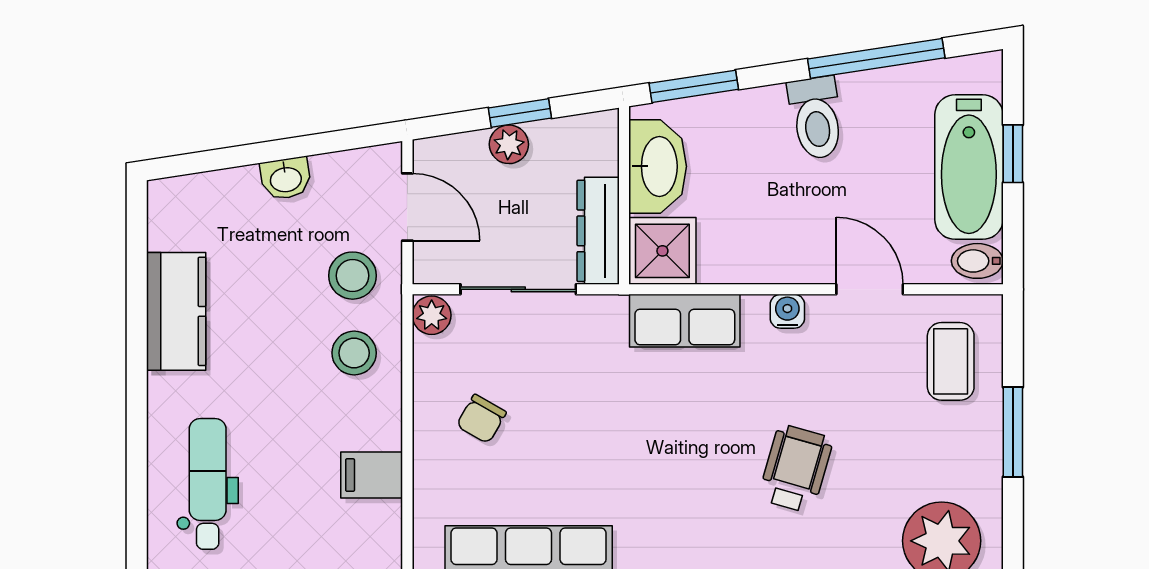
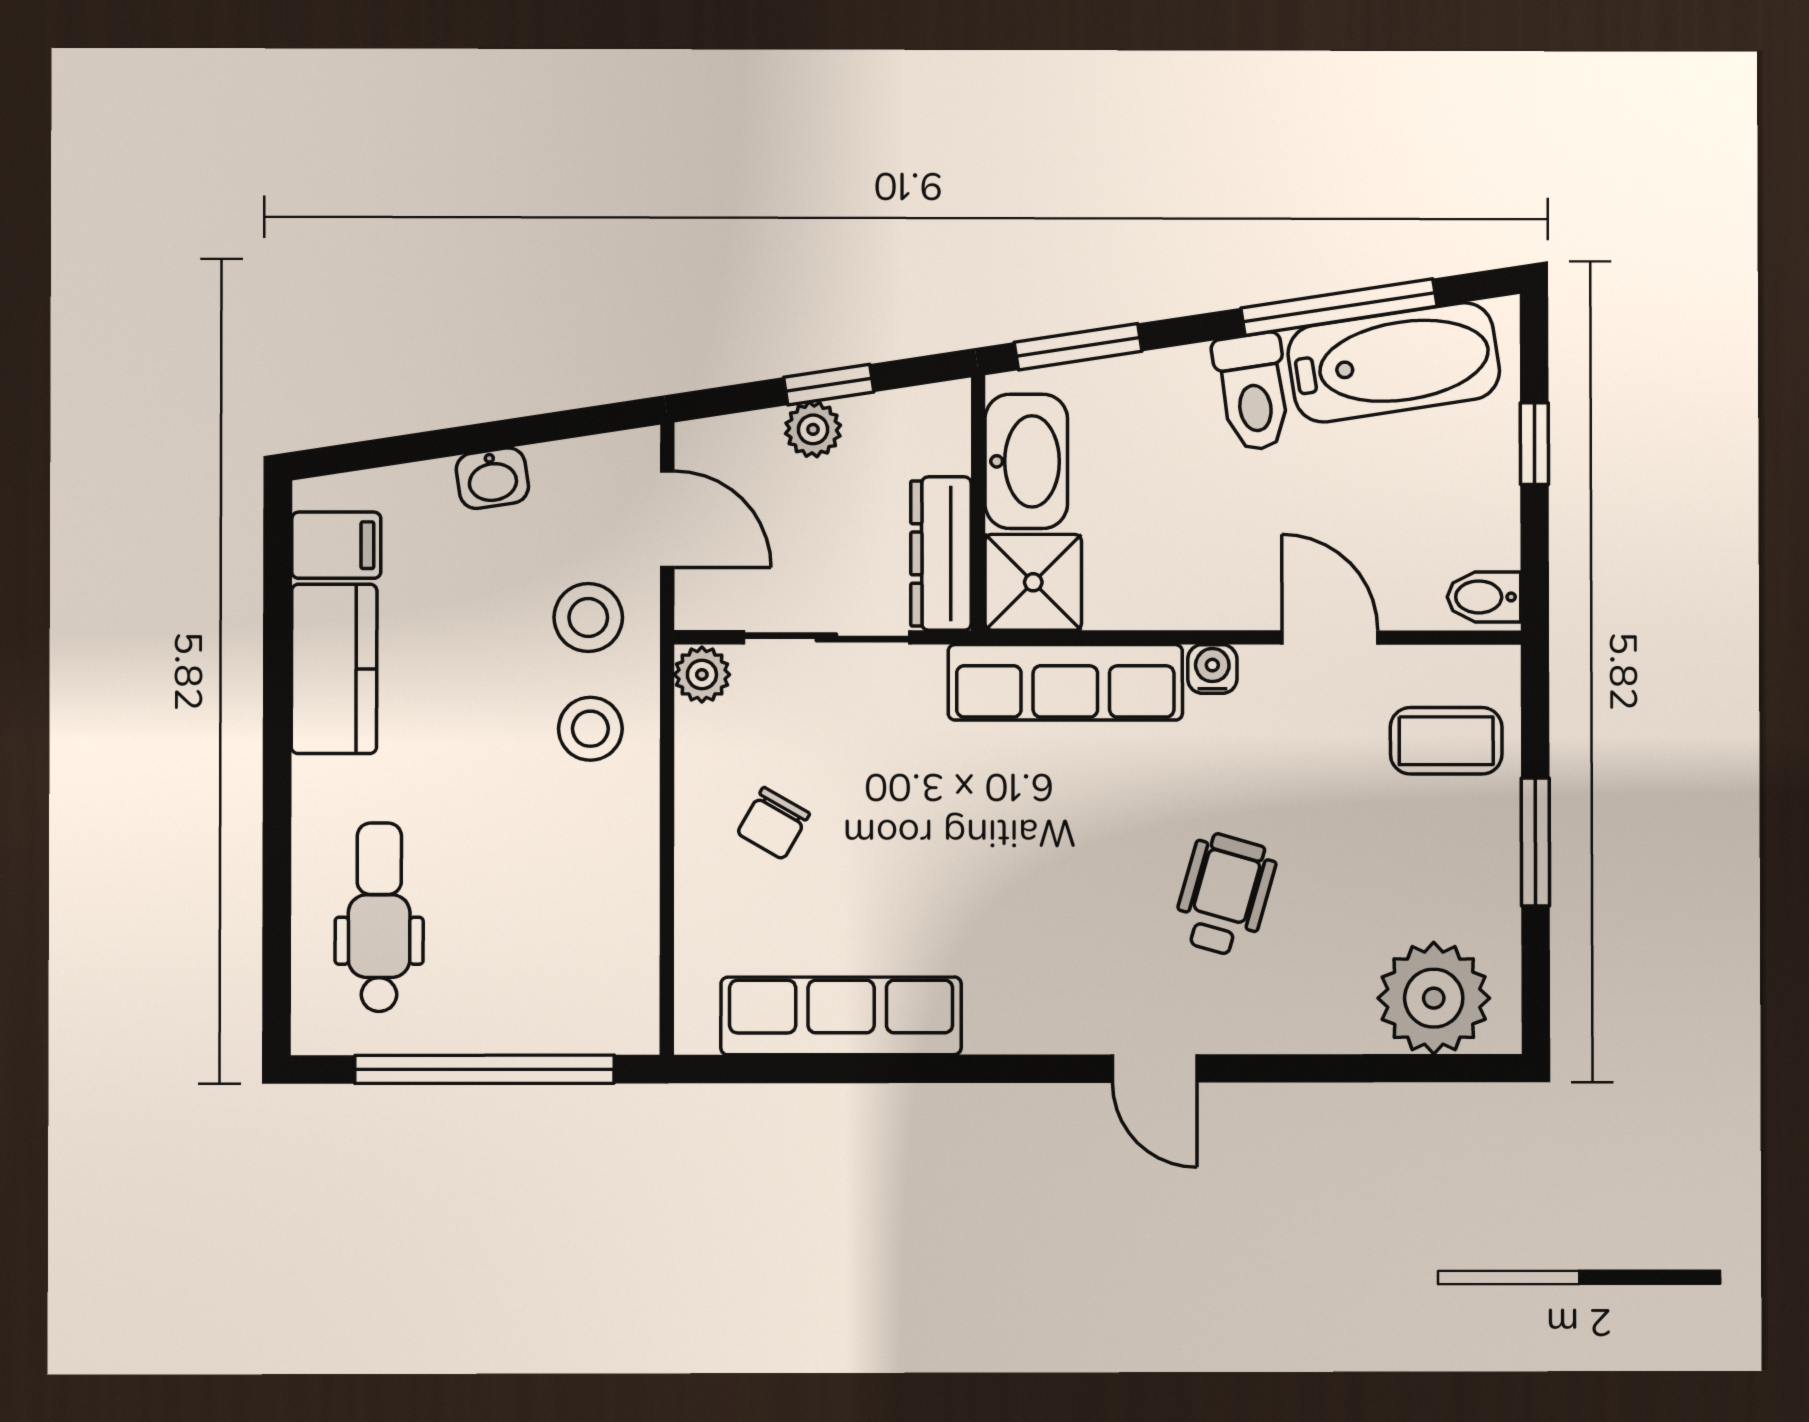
bathtub: (969, 167) -> (1394, 362), moved, turned -99
row of seats: (685, 321) -> (1065, 682), width x1.48
coffee table: (951, 361) -> (1446, 741), turned 90
filing cabinet: (372, 475) -> (336, 545), moved, turned 180

